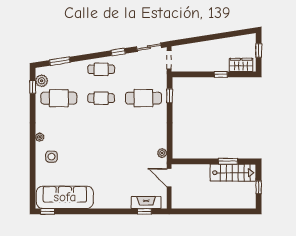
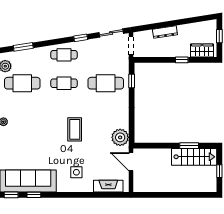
dresser: (203, 46) -> (165, 32), added
coffee table: (112, 145) -> (75, 129), added
plant: (162, 153) -> (120, 137), width x1.87, depth x1.87
side table: (51, 157) -> (76, 172), moved
window: (144, 211) -> (34, 195), moved

